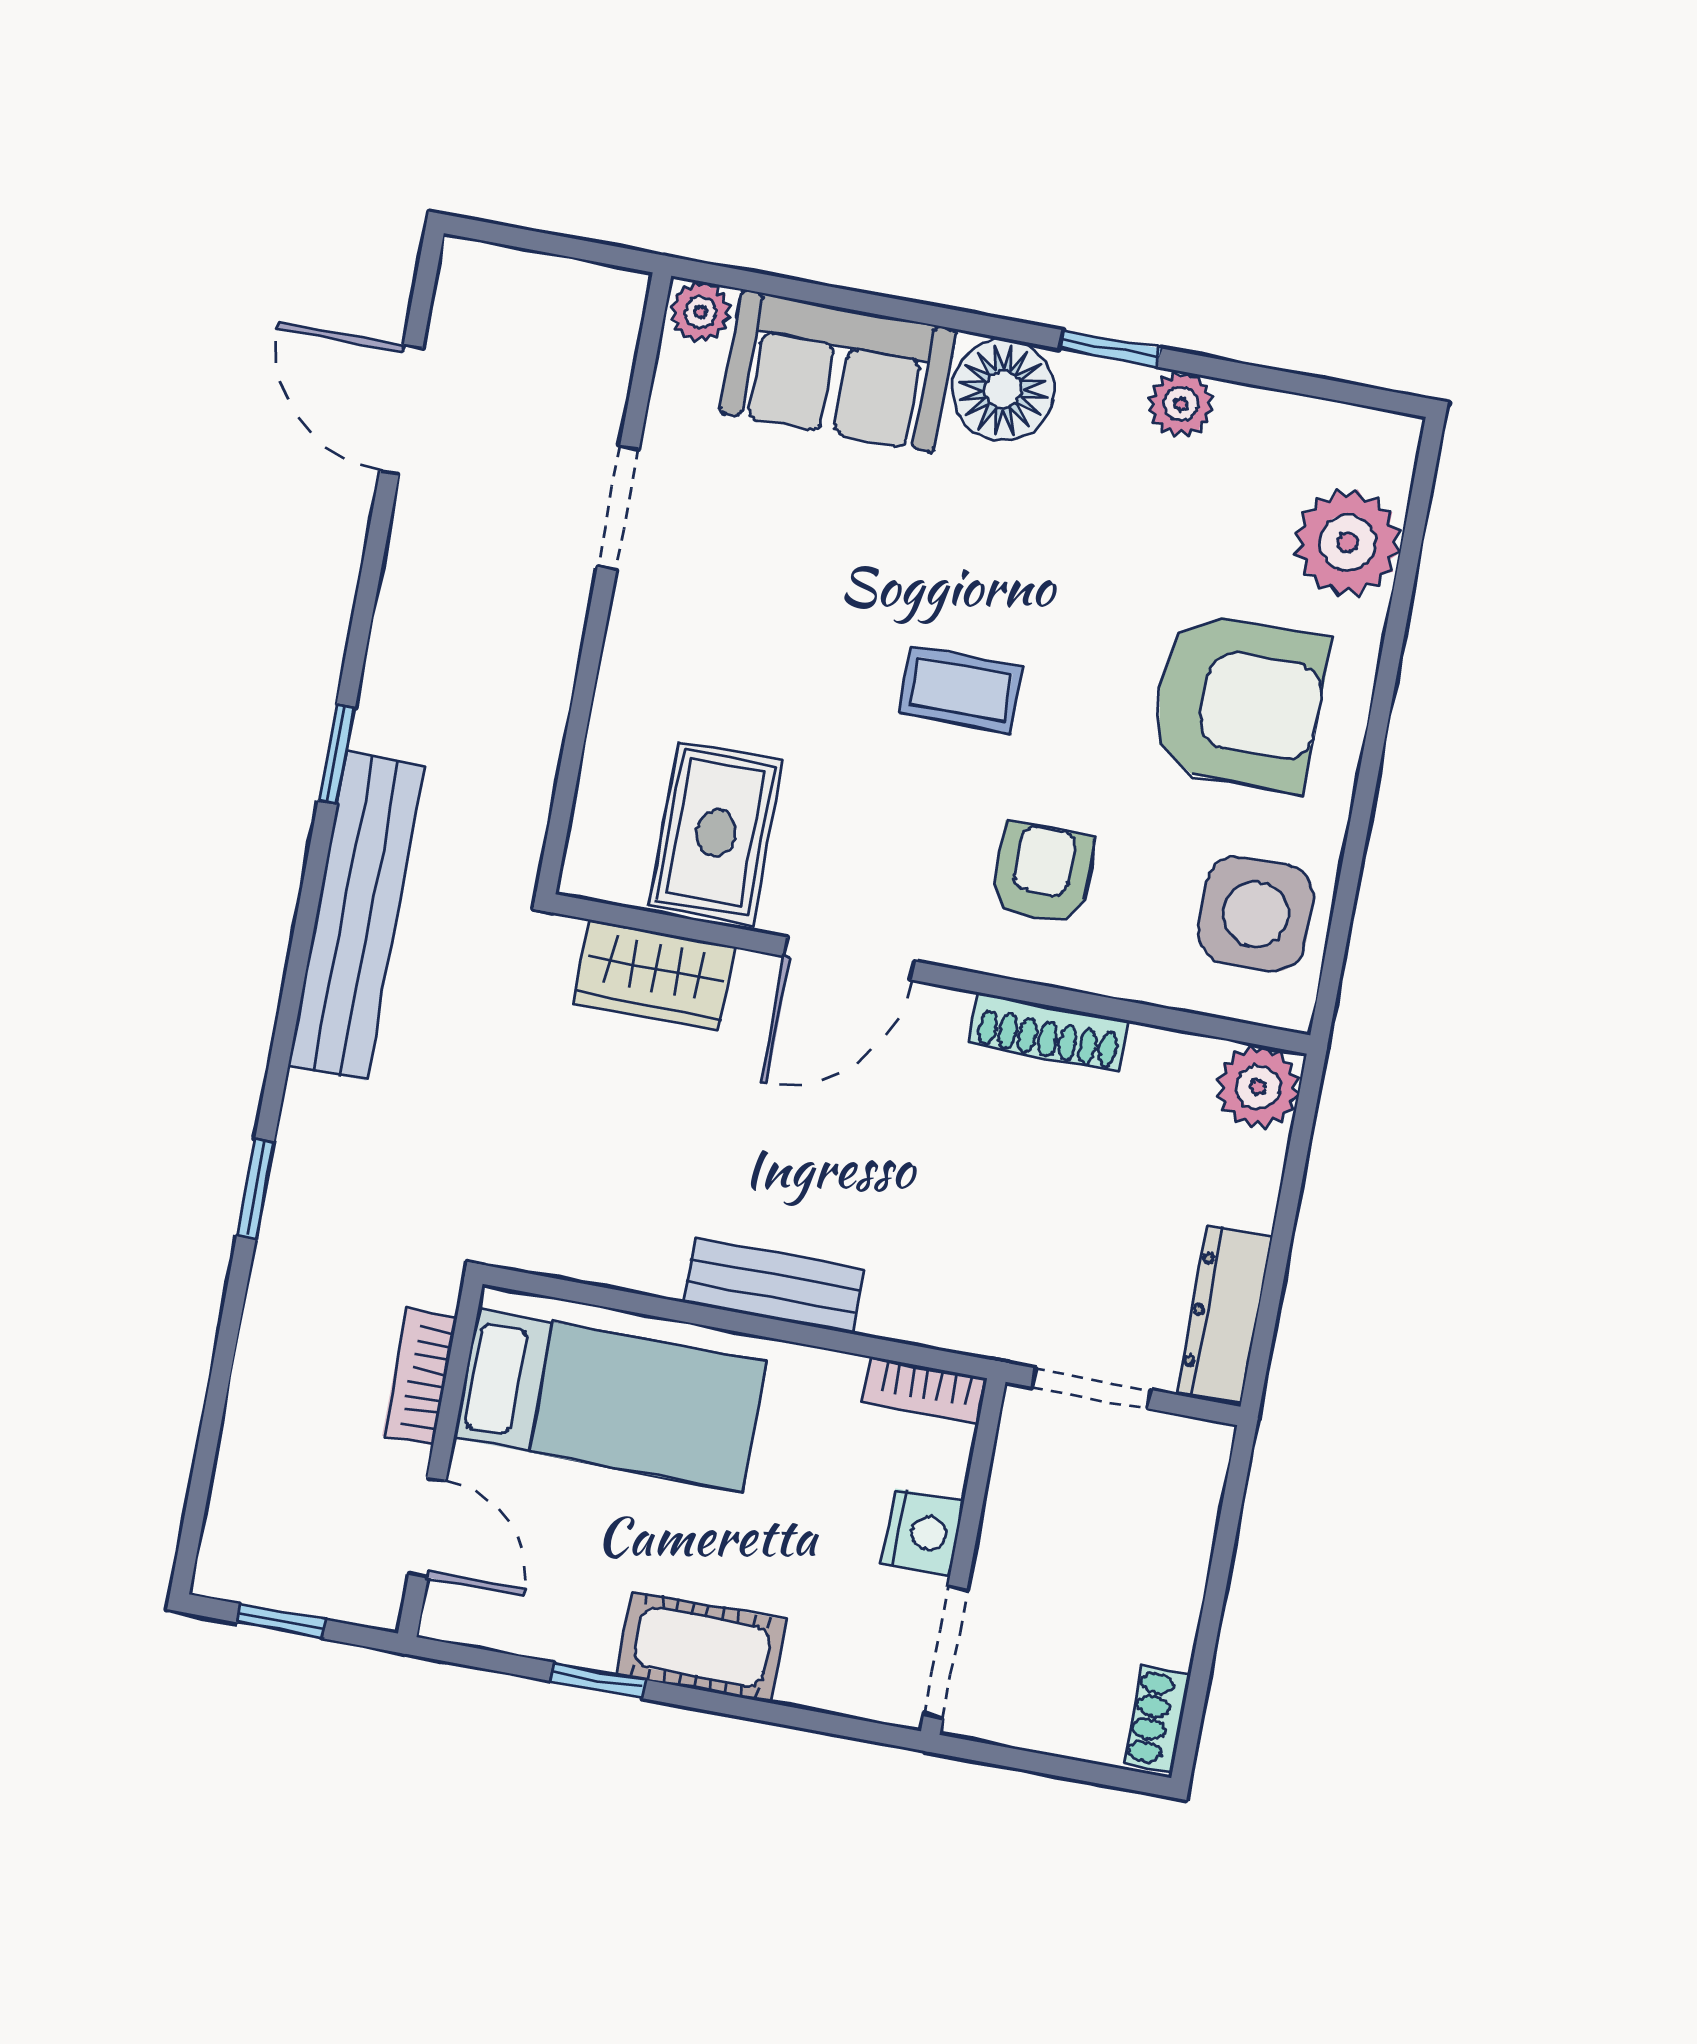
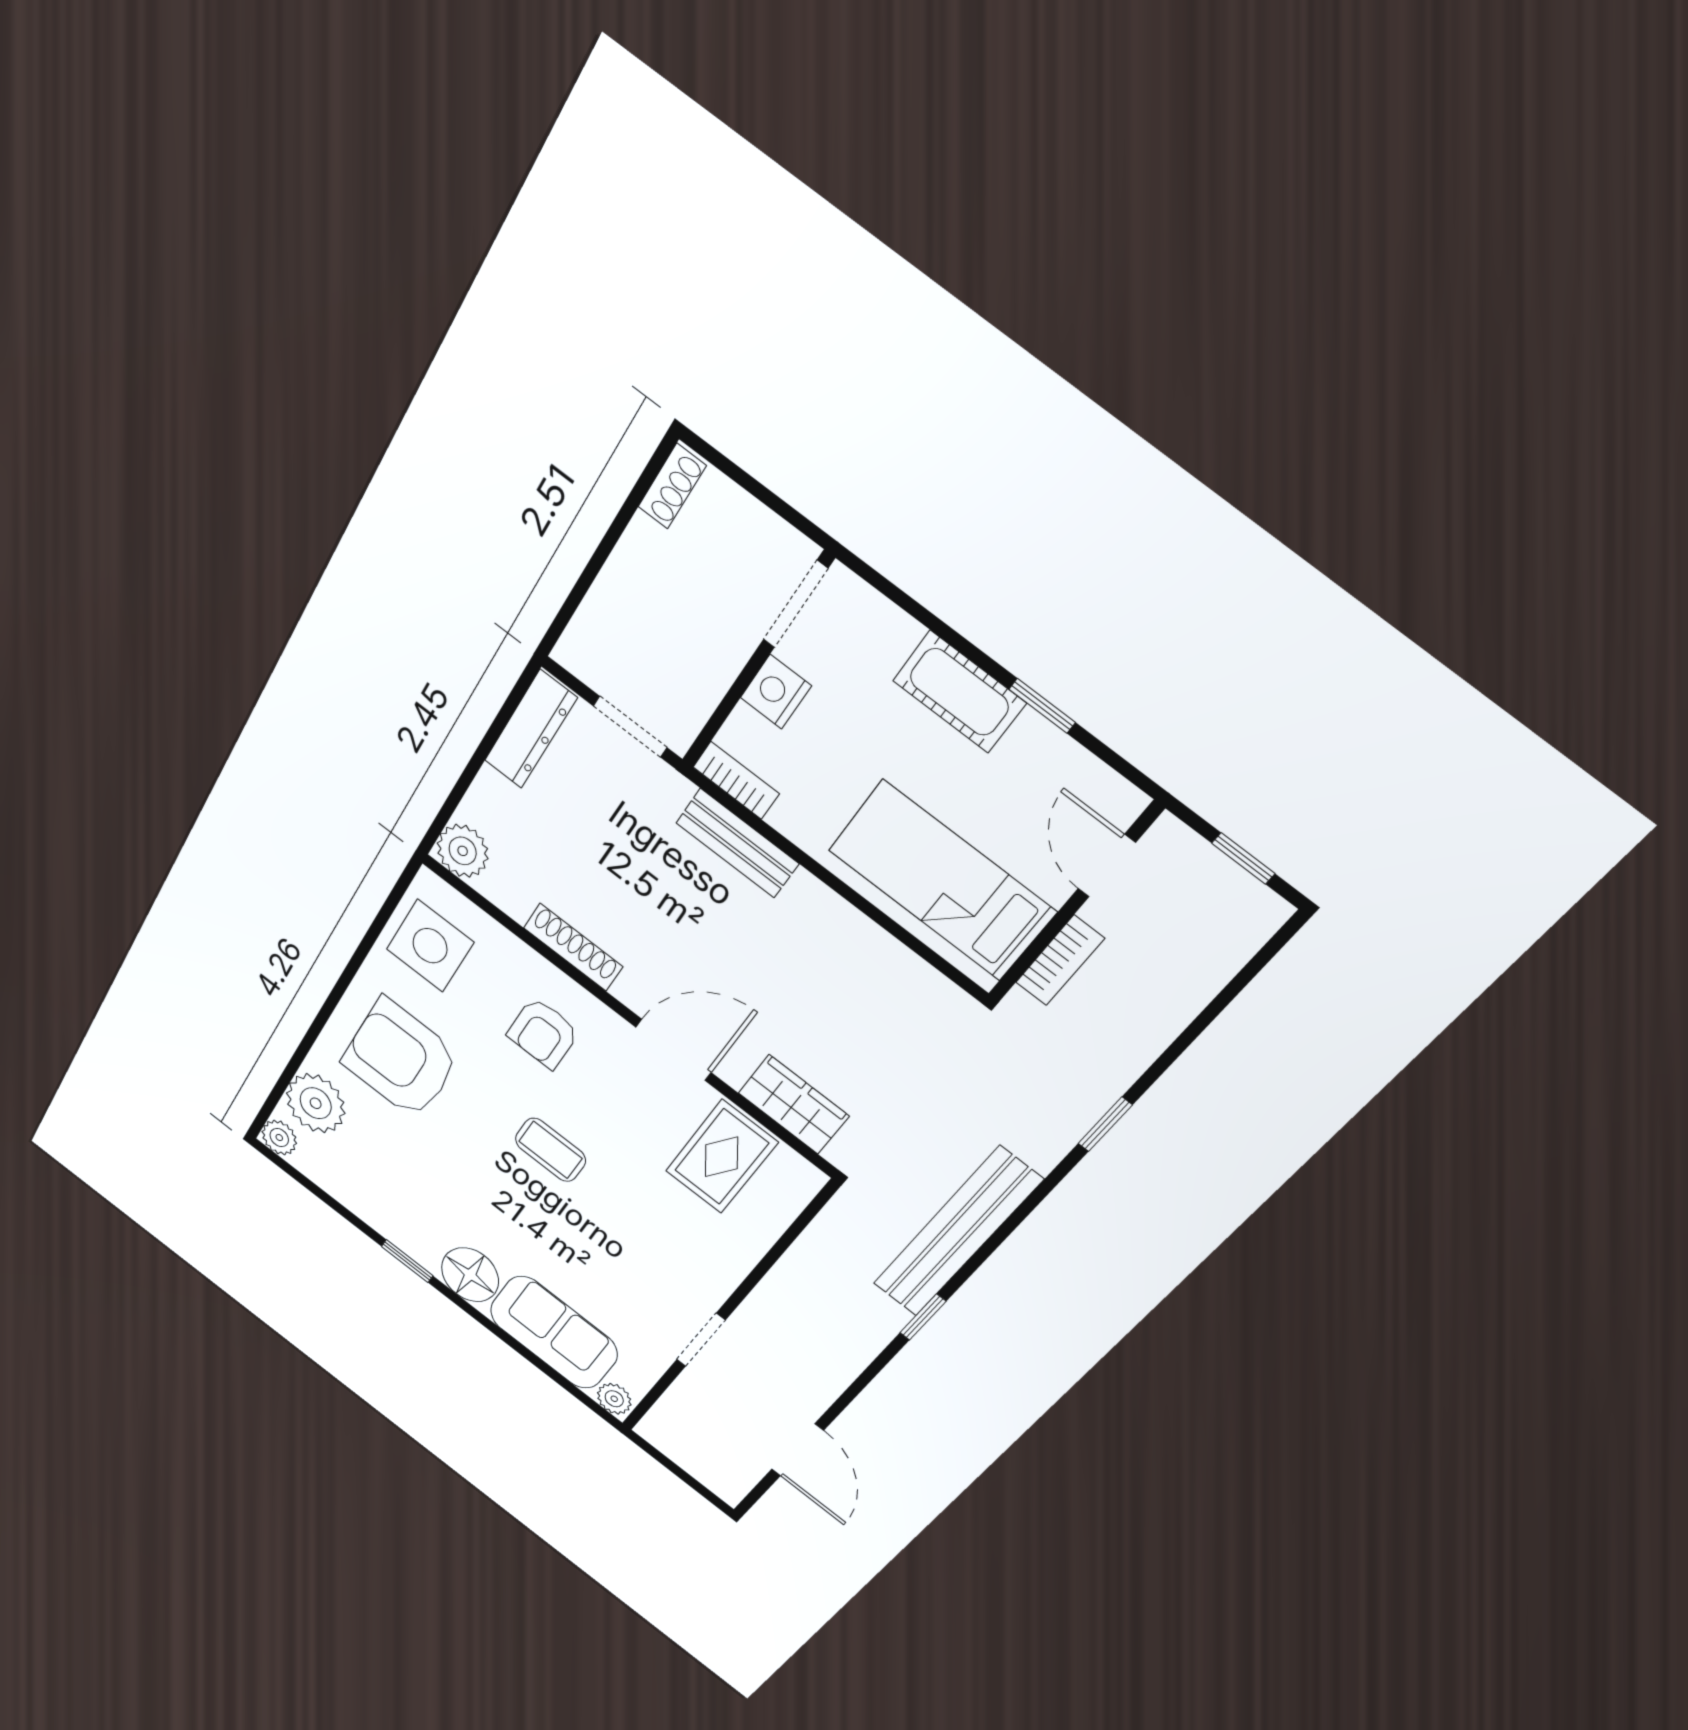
plant: (1181, 404) -> (279, 1138), moved
bench: (774, 1286) -> (737, 843), moved

